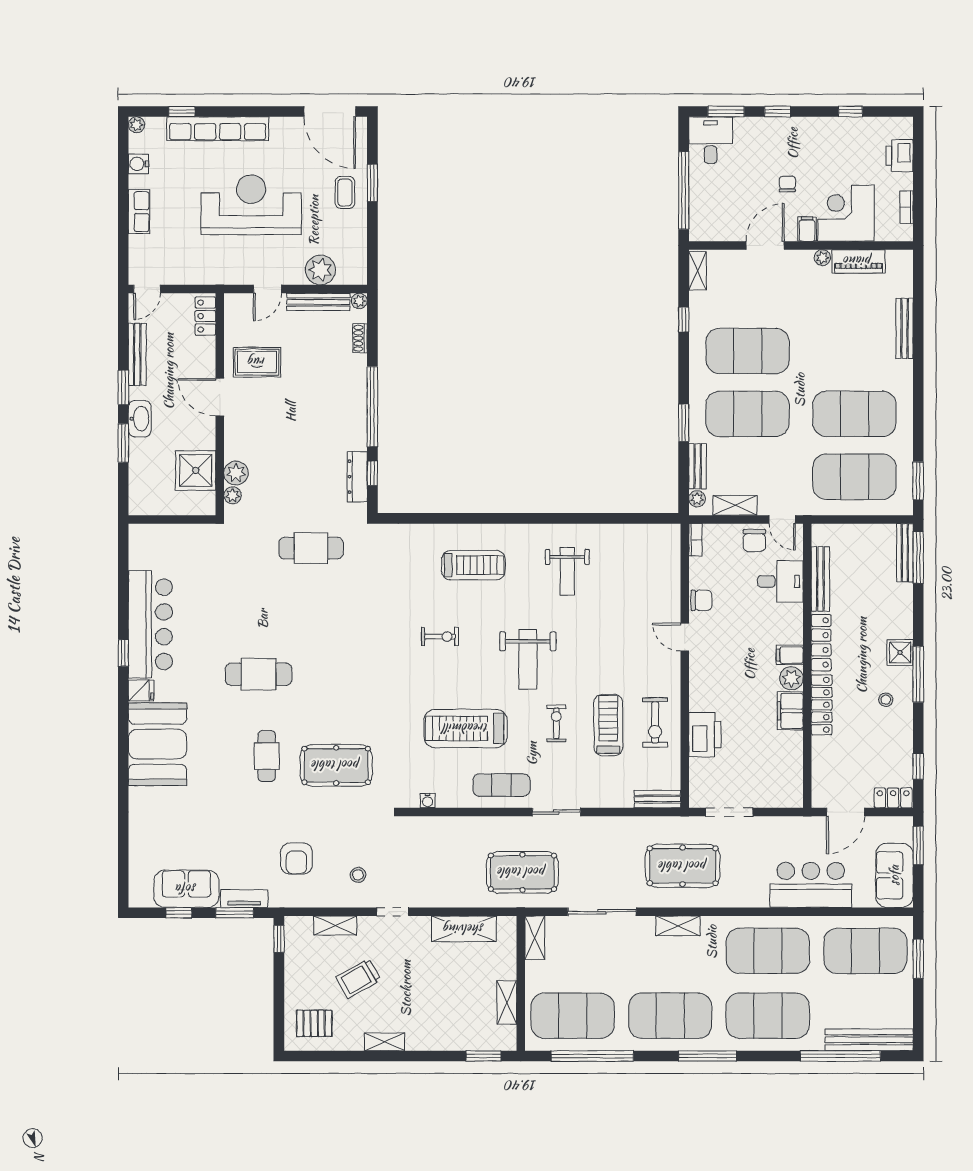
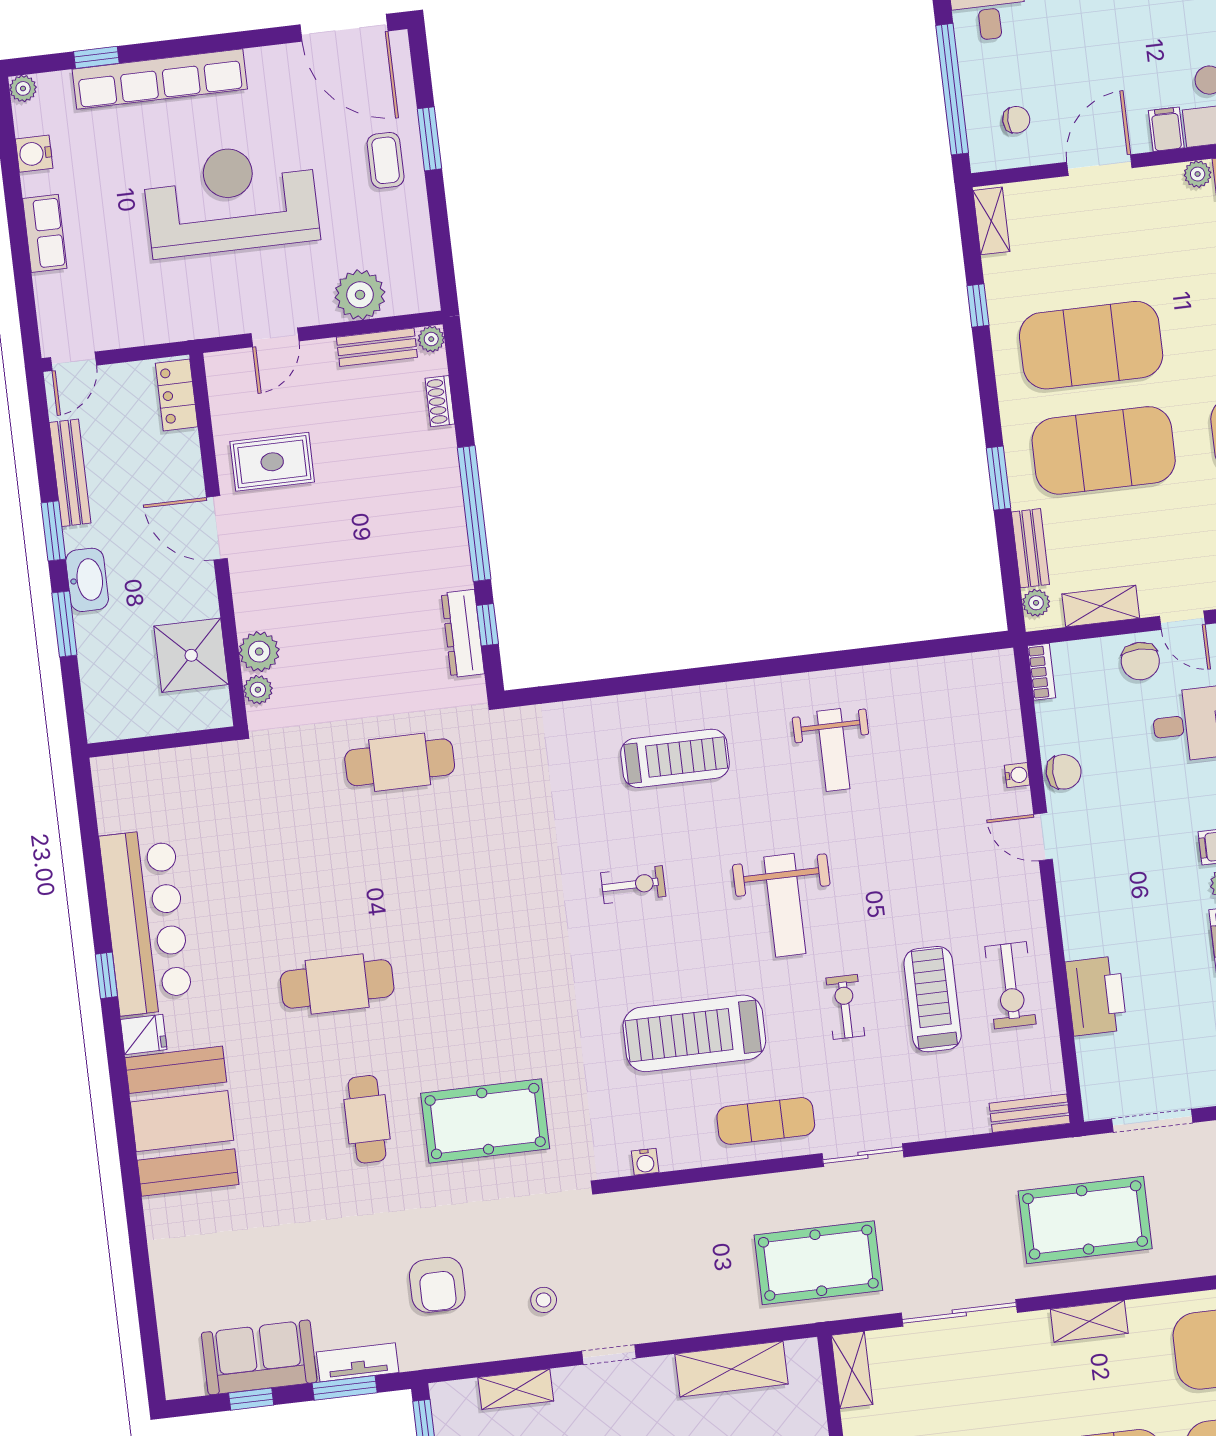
chair: (787, 184) -> (1016, 120), moved, turned 90
bench: (318, 302) -> (377, 347), width x0.73
water cooler: (674, 599) -> (1017, 775), added

